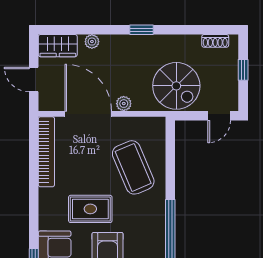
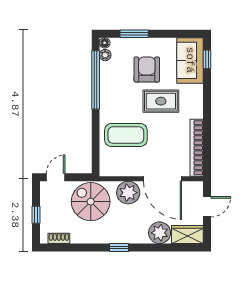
plant: (92, 42) -> (160, 233), width x1.88, depth x1.88
door: (34, 80) -> (207, 207), hinge flipped
plant: (124, 104) -> (128, 193), width x1.88, depth x1.88
coffee table: (133, 167) -> (126, 135), turned -67

